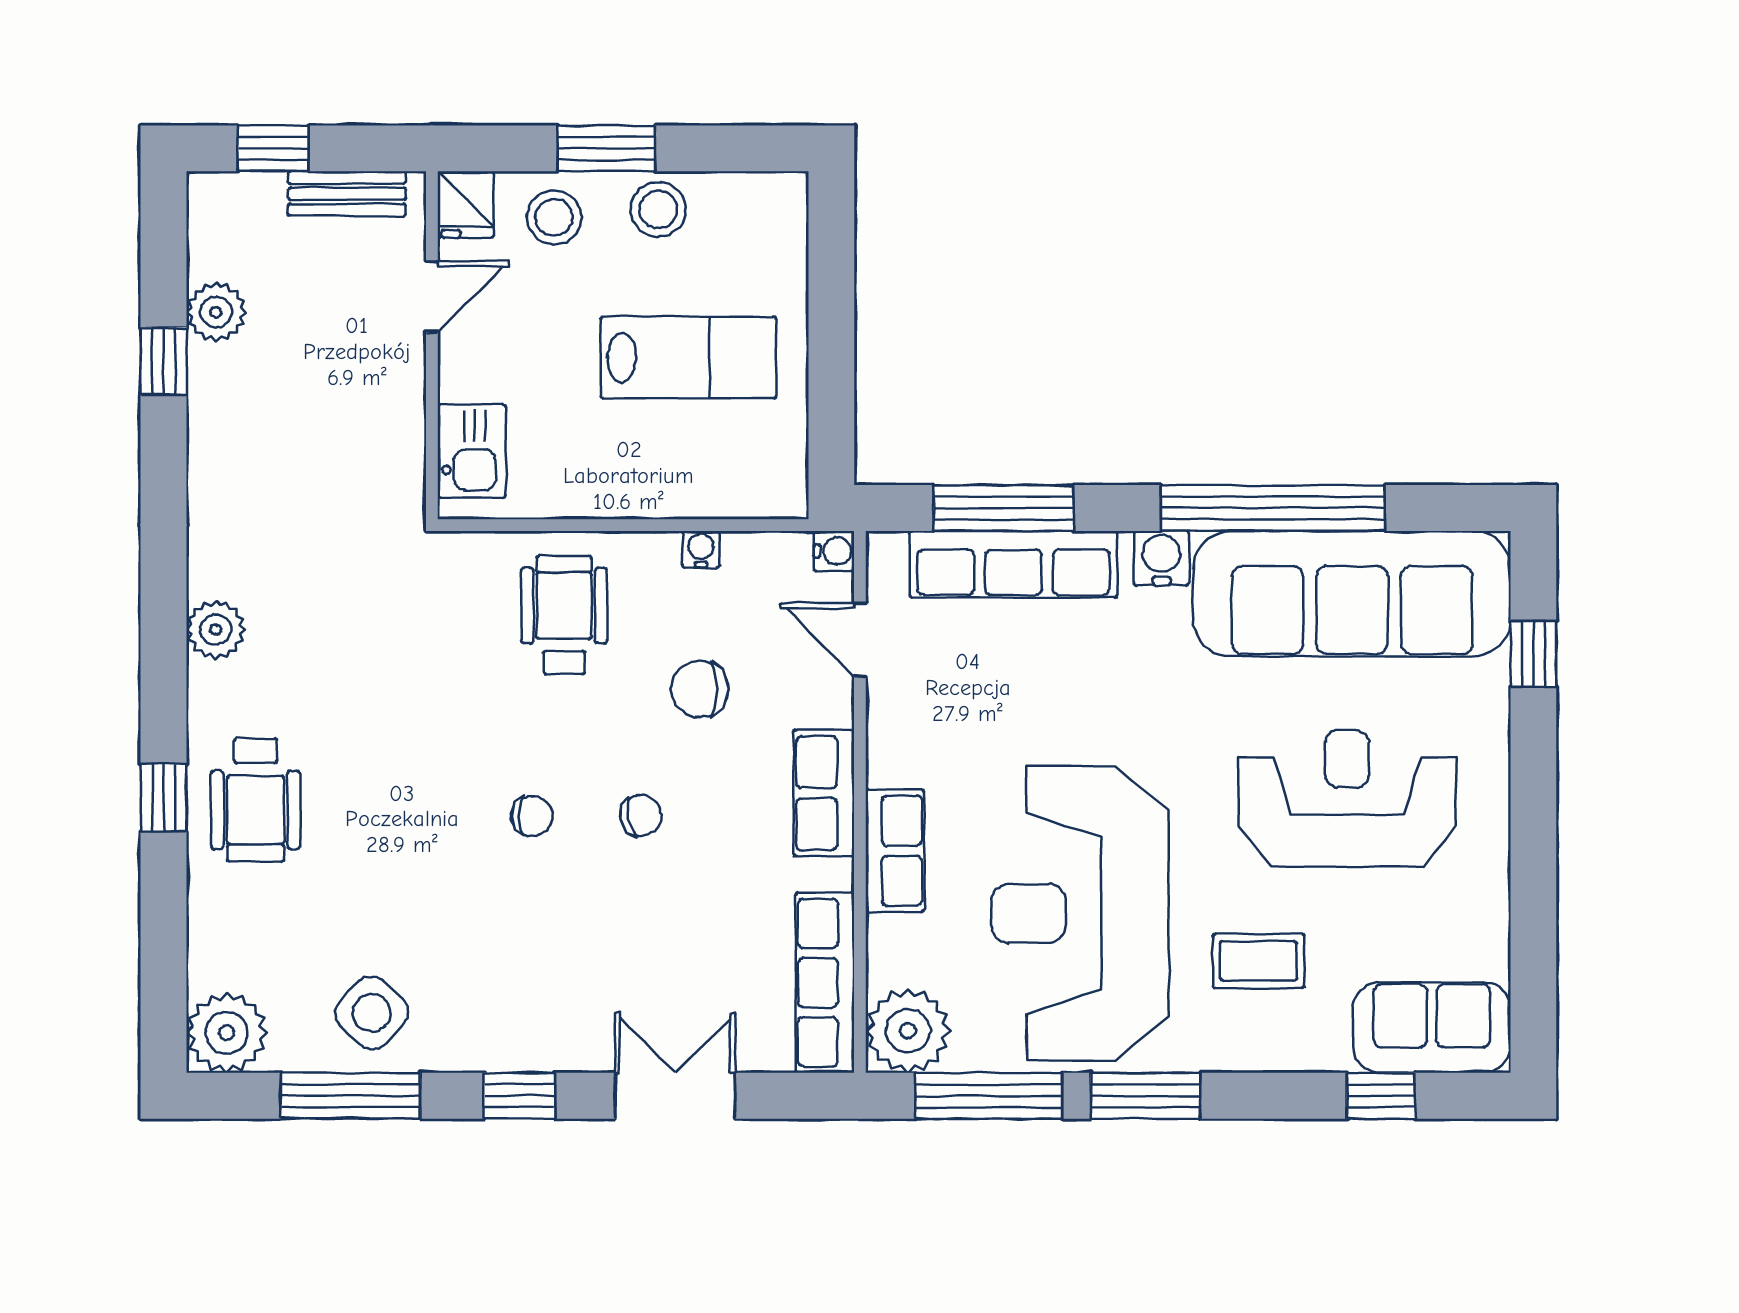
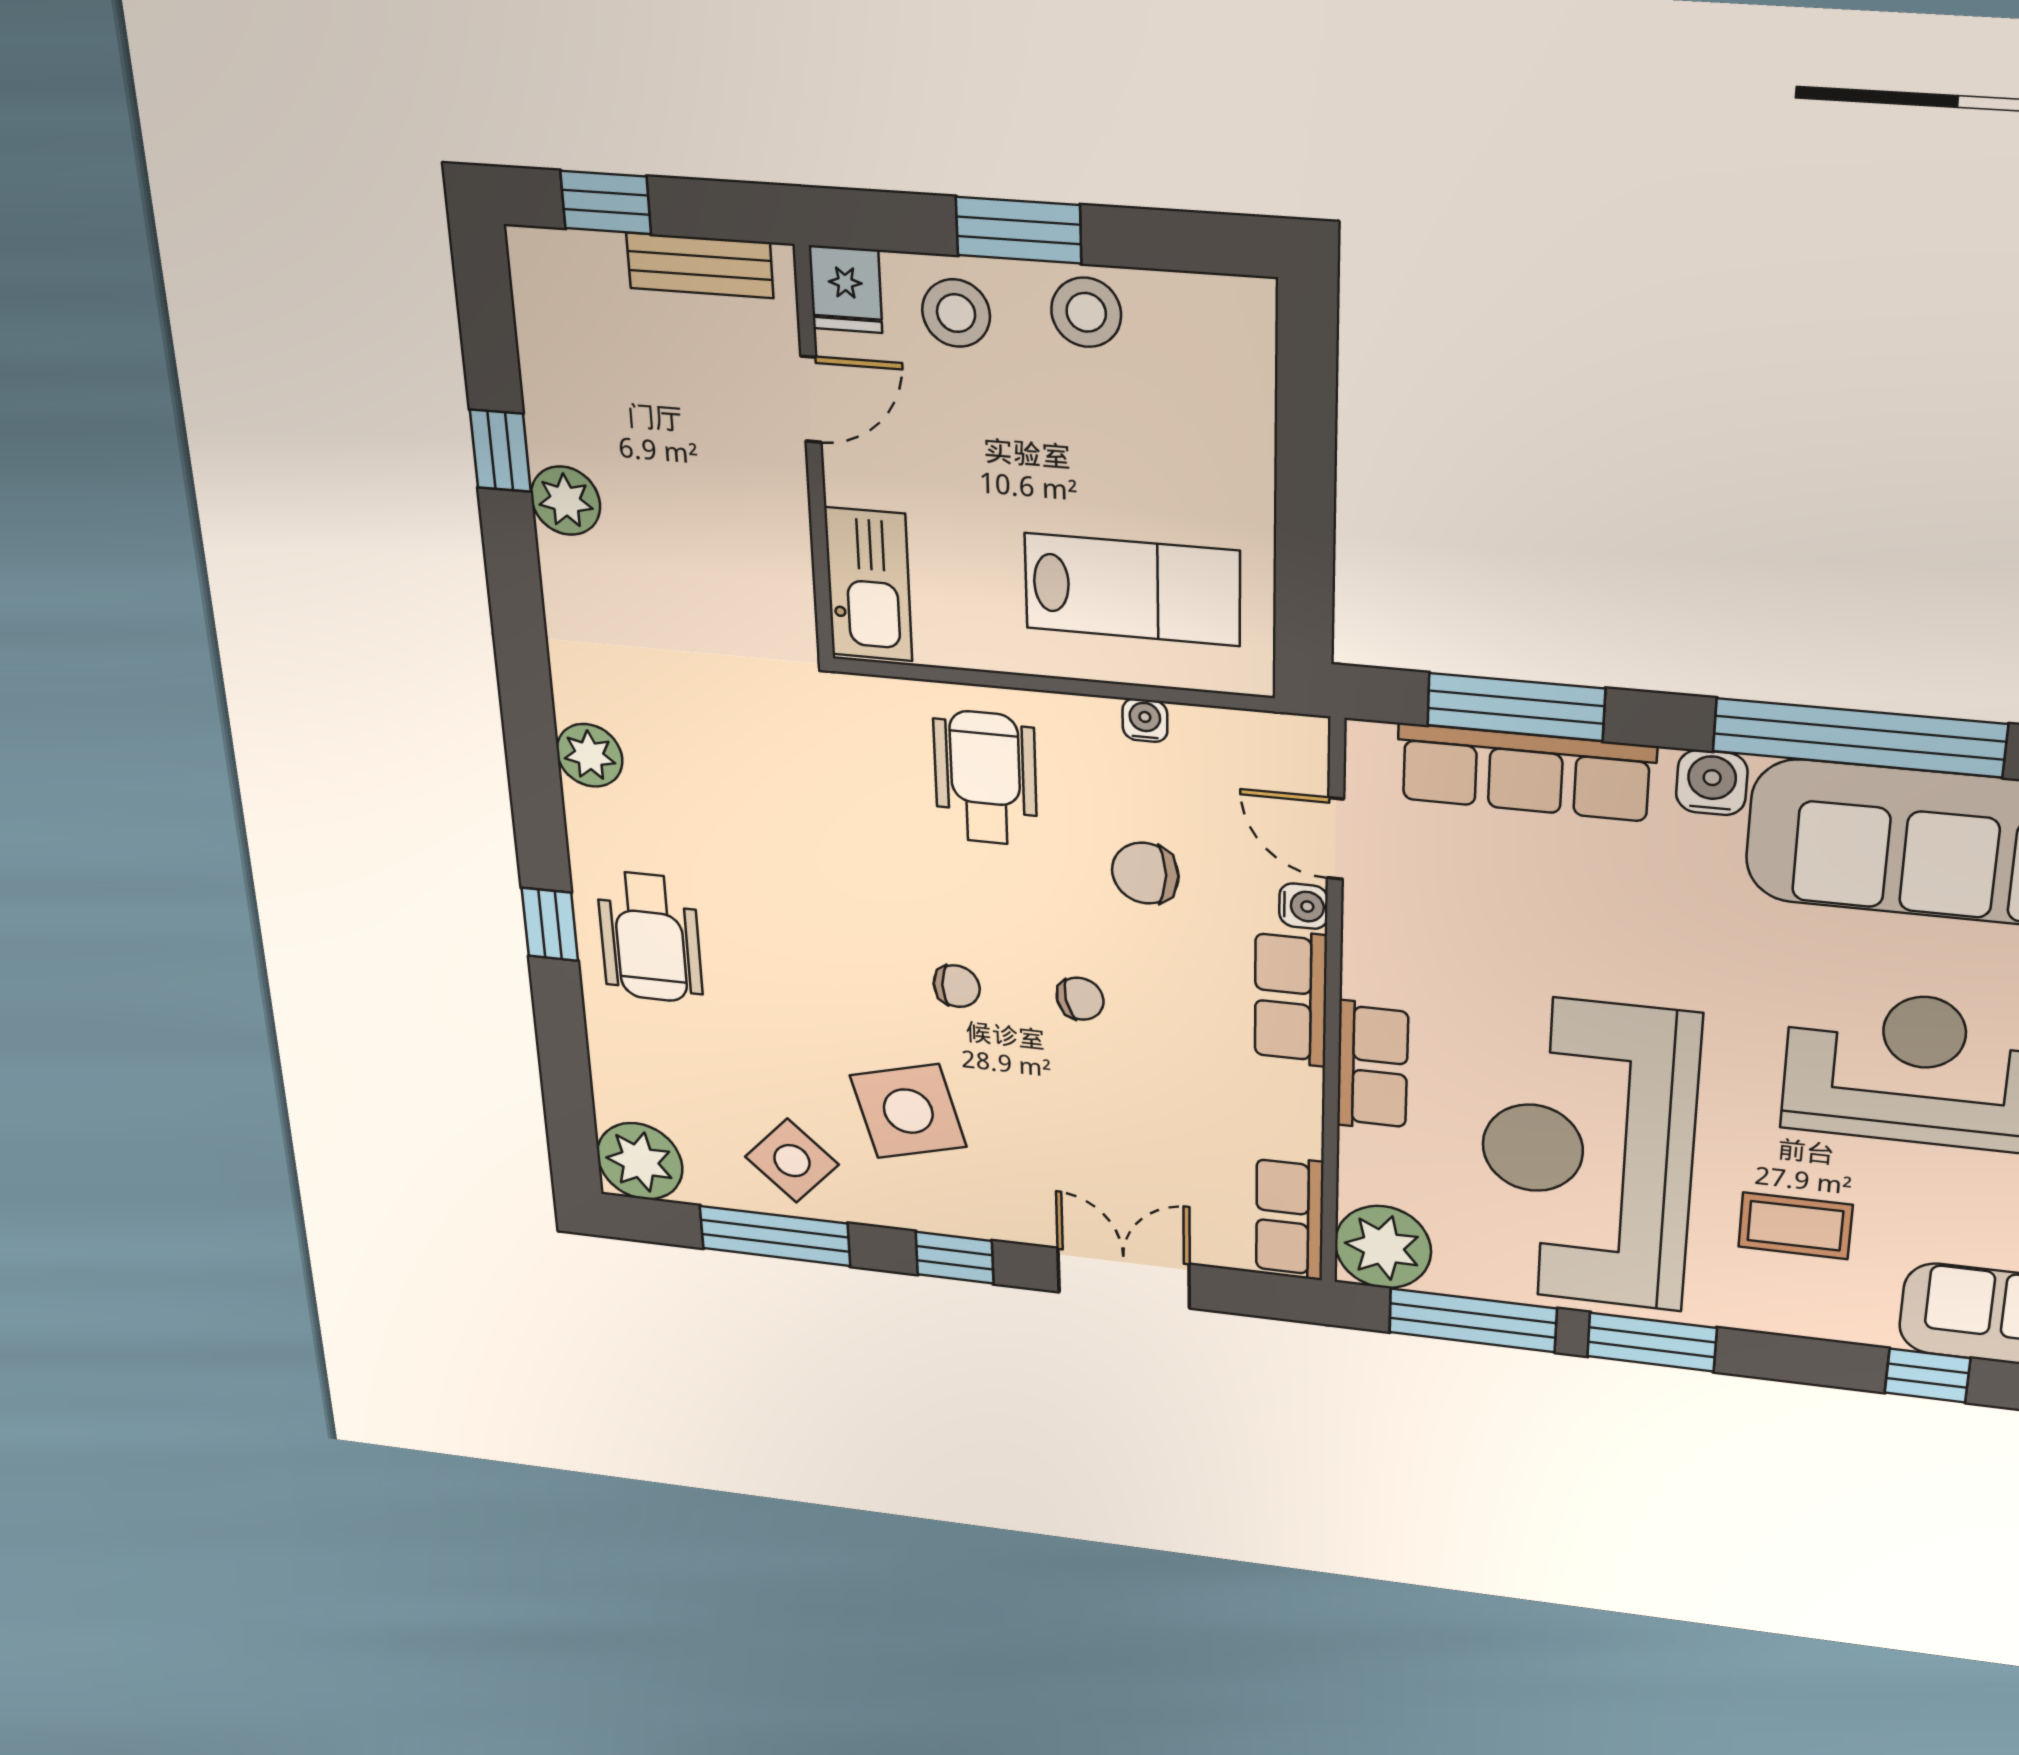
plant: (216, 312) -> (566, 501), moved
lab bench: (688, 358) -> (1132, 590), moved
kitchen sink: (471, 451) -> (868, 585), width x1.38
water cooler: (834, 551) -> (1303, 906), moved
side table: (483, 947) -> (908, 1111), added
row of seats: (825, 983) -> (1290, 1218), width x0.68

